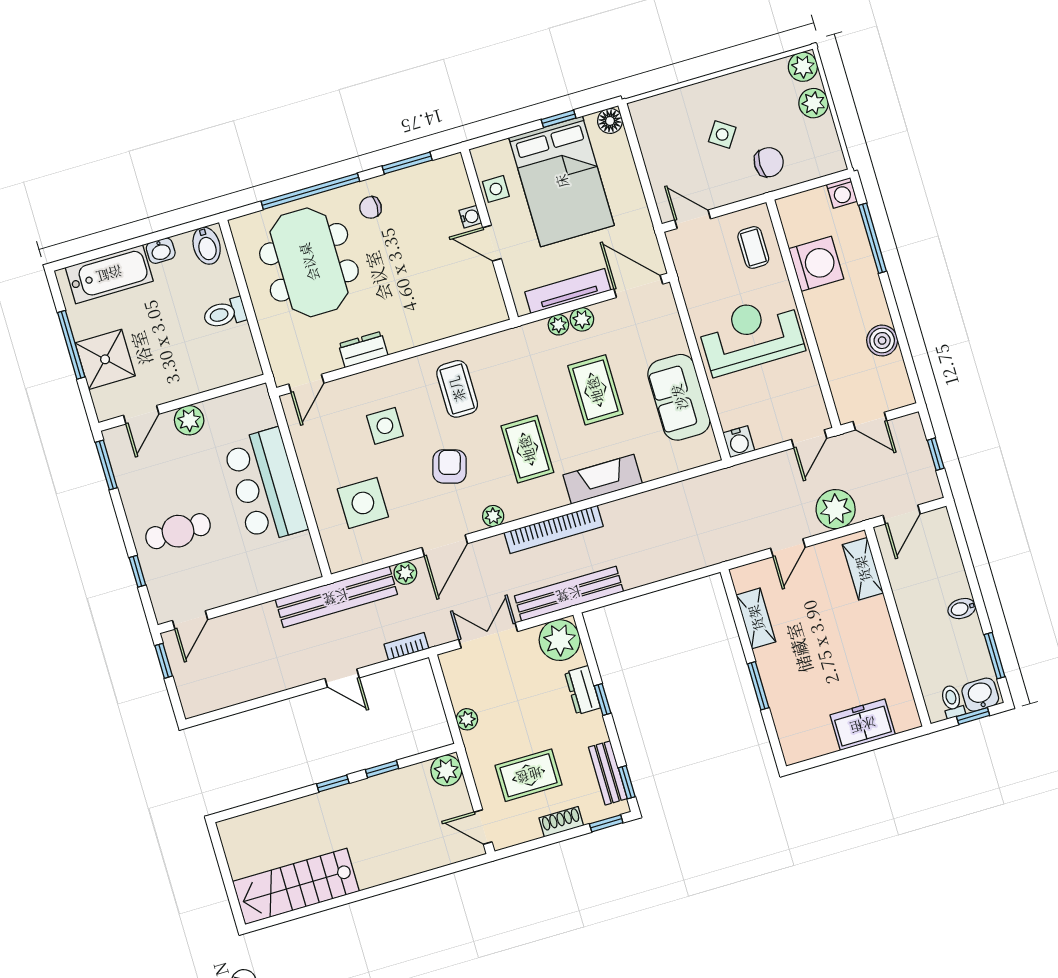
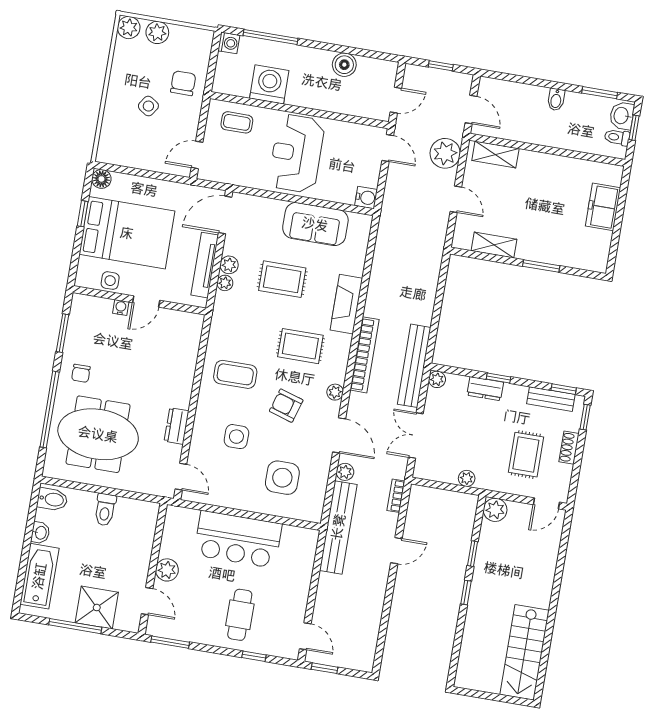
plant: (560, 640) -> (437, 379), width x0.53, depth x0.53

